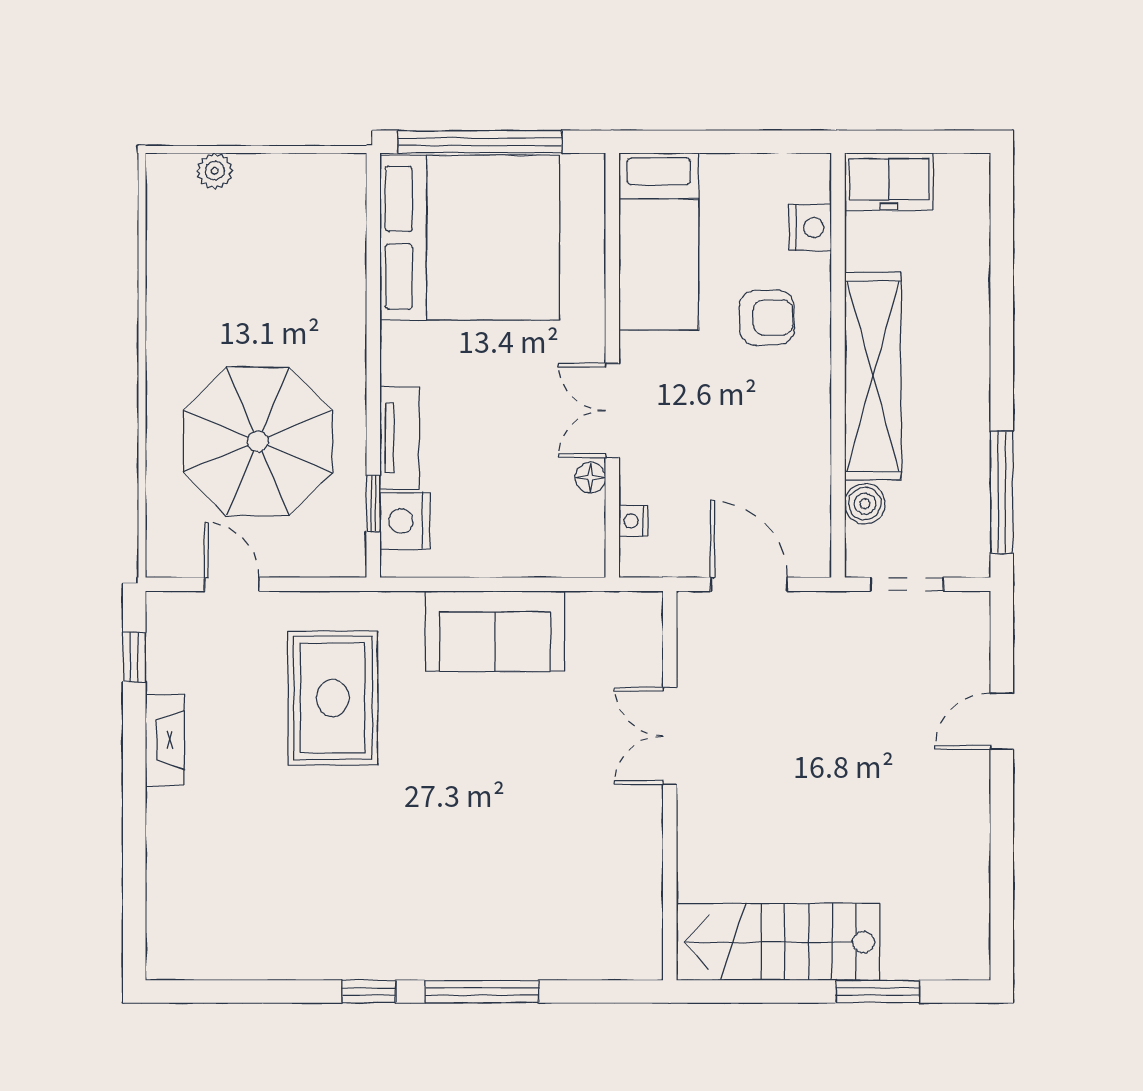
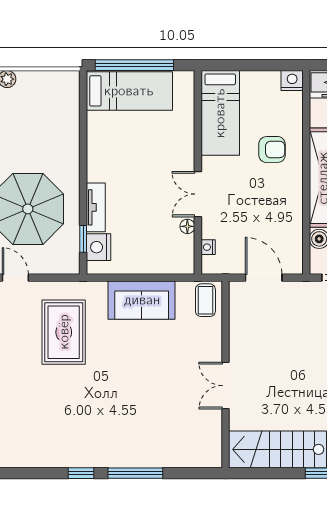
nightstand: (810, 228) -> (292, 81), moved, turned -90
bed: (470, 238) -> (129, 91), width x0.49
coffee table: (628, 631) -> (205, 300), added
double door: (670, 736) -> (226, 386), moved

